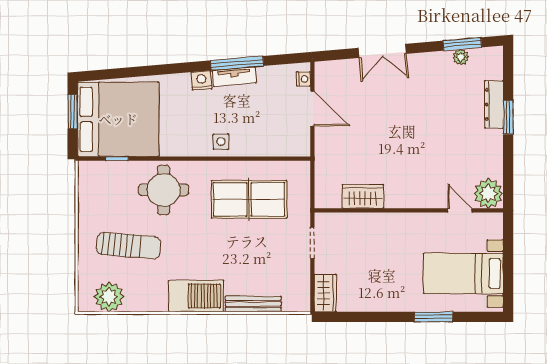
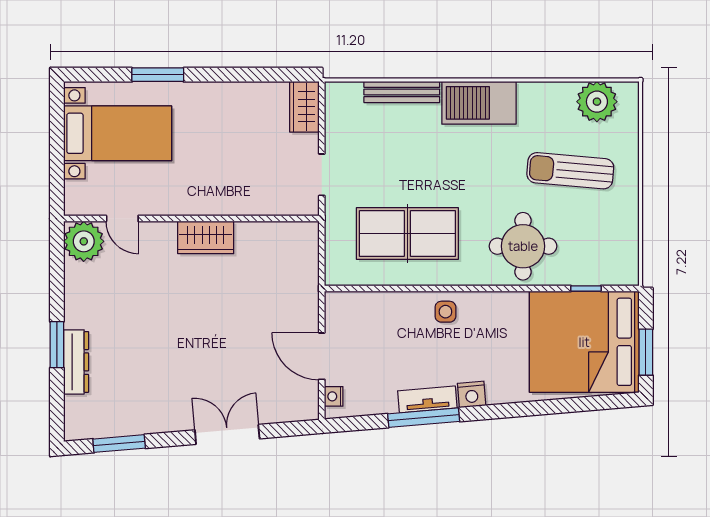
plant: (461, 57) -> (121, 426), removed
wardrobe: (363, 196) -> (206, 237), moved

